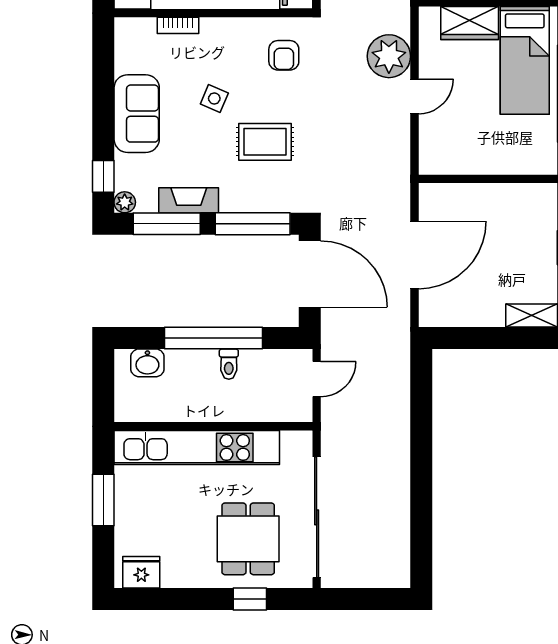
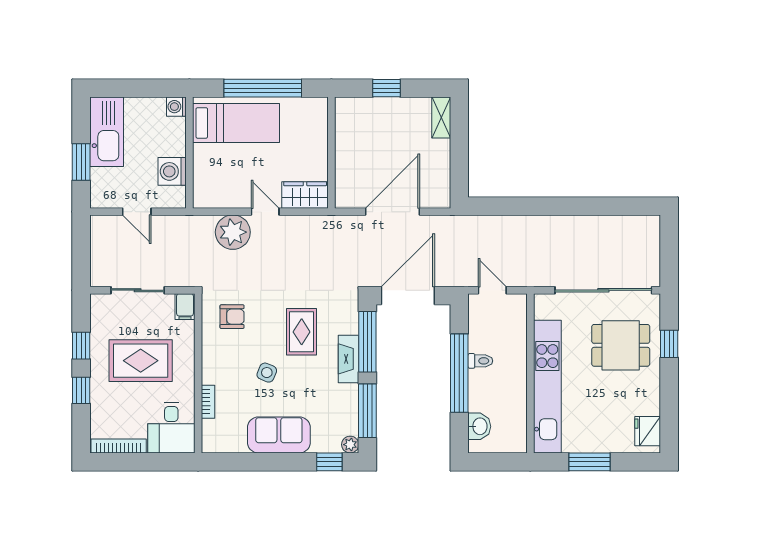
wardrobe: (470, 23) -> (305, 195), moved, turned -90
fireplace: (189, 200) -> (349, 359), moved
door: (415, 255) -> (393, 212), hinge flipped

